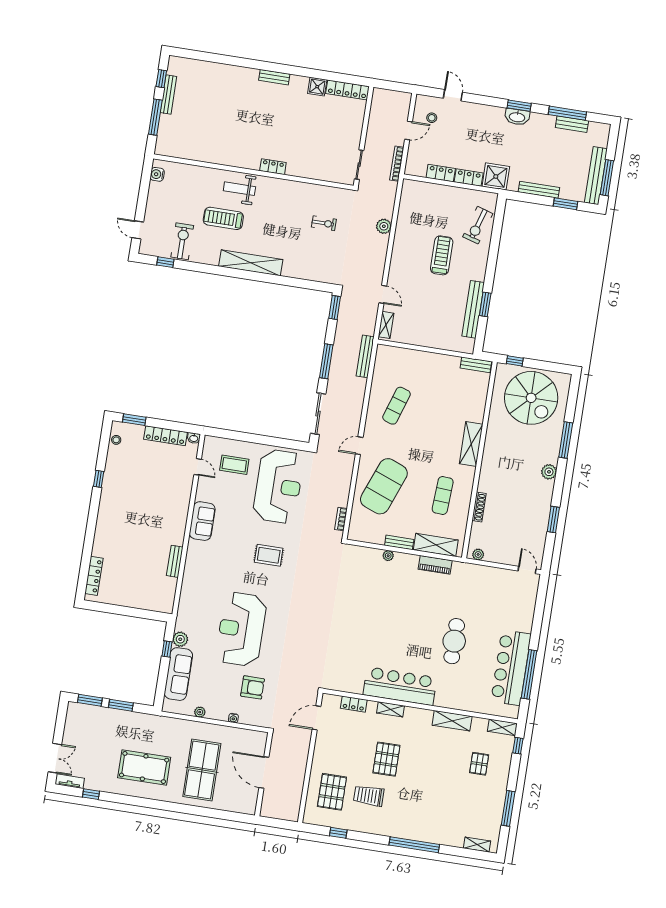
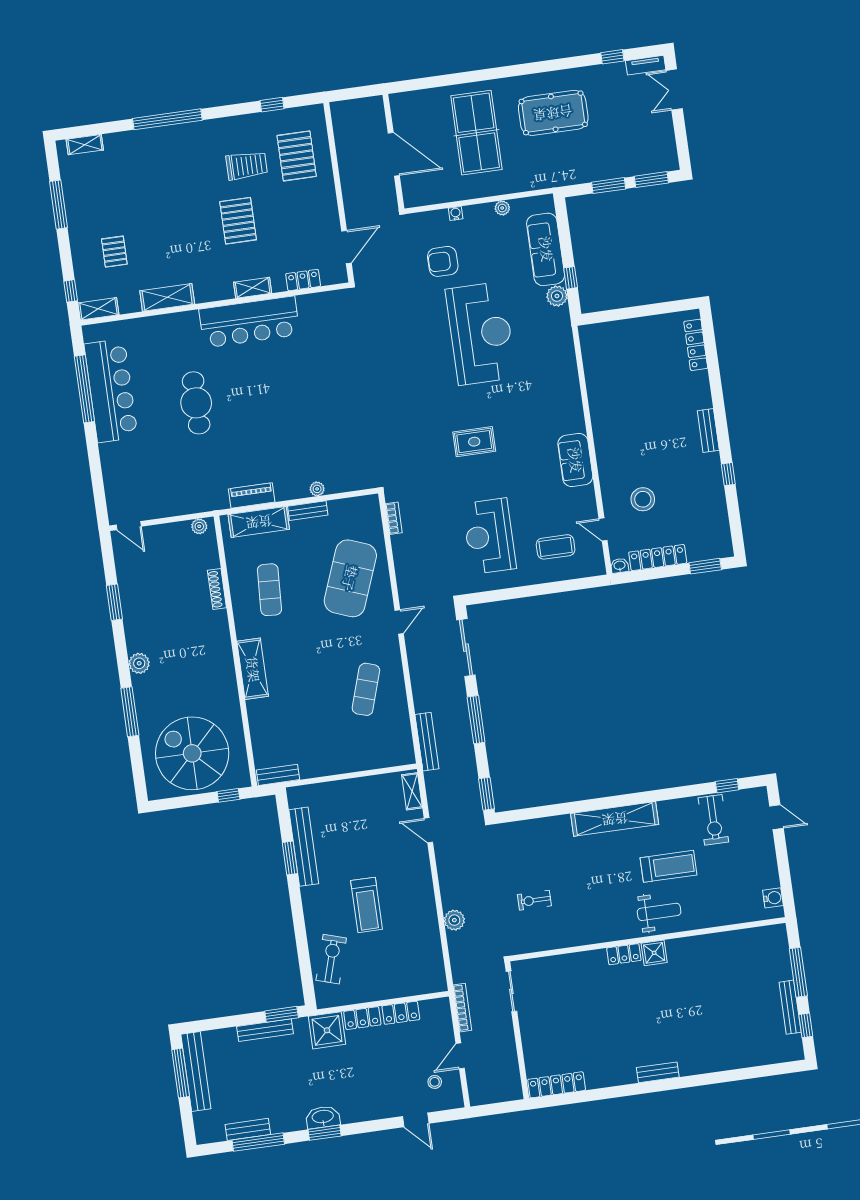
shower: (317, 87) -> (654, 953), moved
window: (566, 204) -> (282, 1014), moved
stool: (116, 440) -> (643, 499), moved, width x1.89, depth x1.89
reception desk: (278, 486) -> (489, 536), width x0.74, depth x0.77
bench: (175, 561) -> (708, 430), moved

